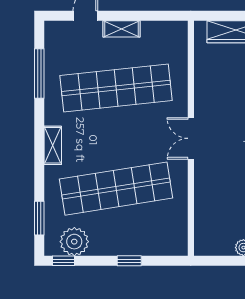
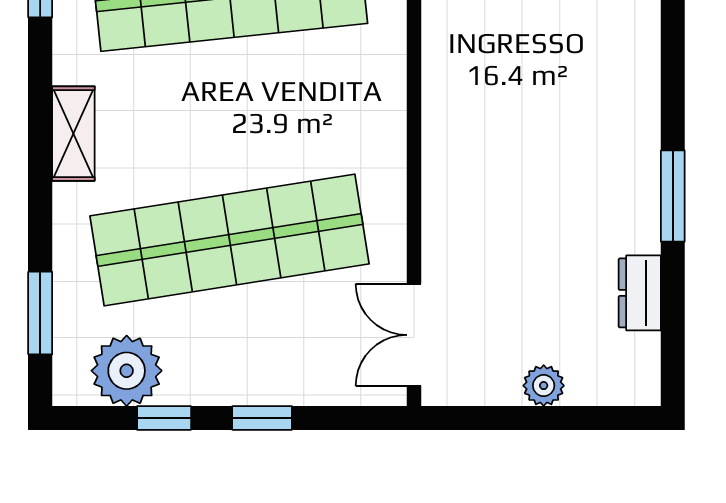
double door: (191, 138) -> (414, 335), moved
window: (63, 261) -> (164, 418), moved

